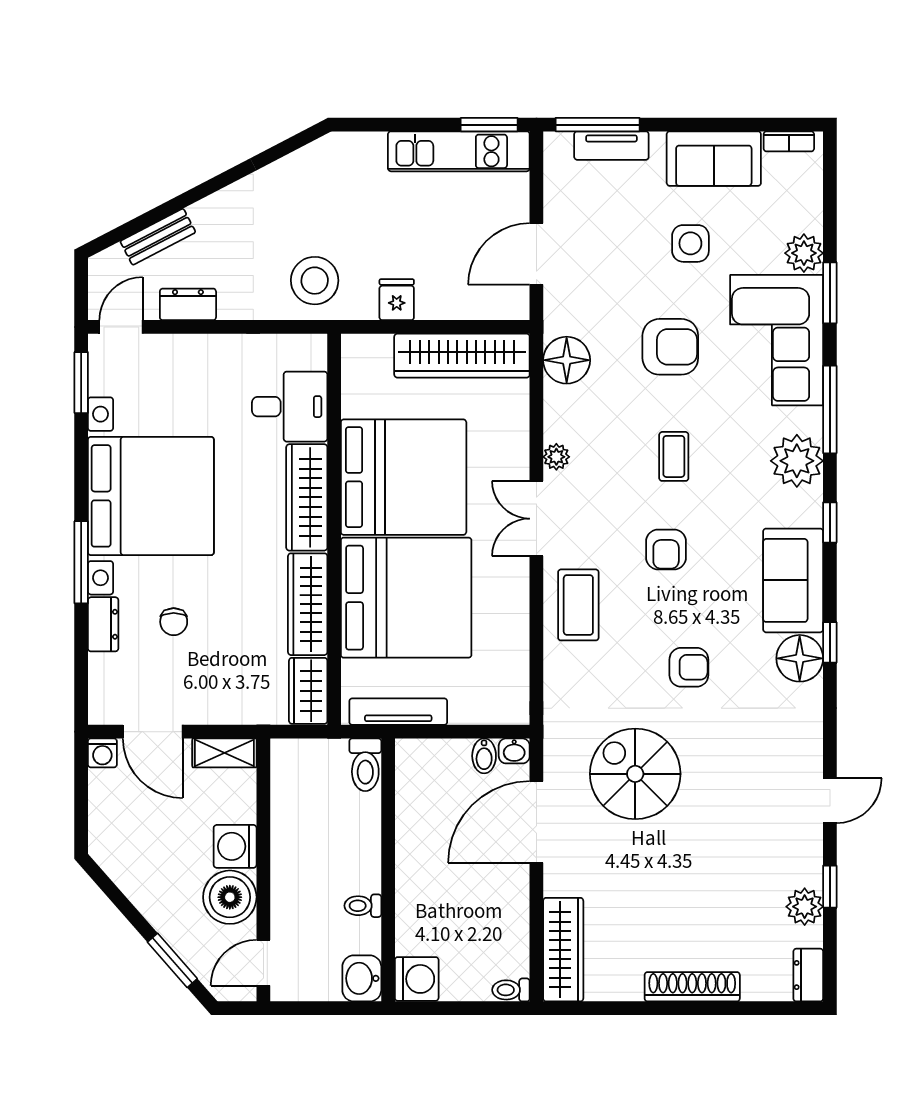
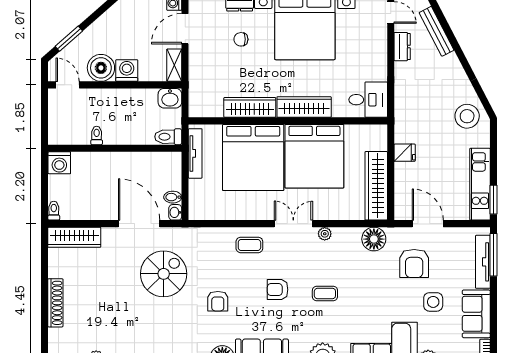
tv unit: (611, 146) -> (483, 262), width x1.41
bench: (158, 237) -> (437, 31), width x1.36
stool: (315, 281) -> (467, 116), moved
armchair: (670, 347) -> (414, 263), moved
desk: (290, 407) -> (368, 100), moved, turned -90
coffee table: (578, 605) -> (249, 245), width x0.73, depth x0.77
wardrobe: (308, 691) -> (206, 108), removed
washbasin: (362, 978) -> (170, 98), moved, turned 180

